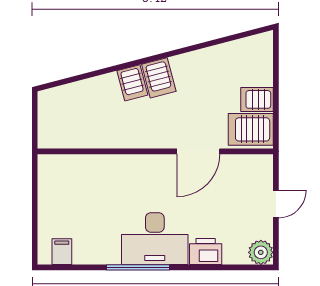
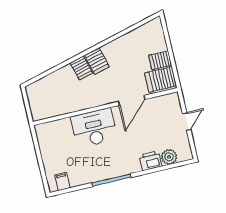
desk: (155, 239) -> (94, 128), moved, turned 180
plant: (261, 252) -> (169, 157), moved

